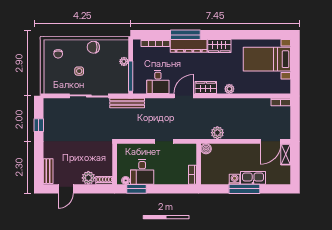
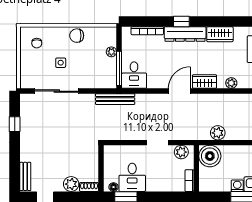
window: (185, 35) -> (181, 21), width x0.46
desk: (158, 82) -> (134, 75), moved
sliding door: (89, 96) -> (57, 91), moved
boiler: (206, 149) -> (210, 156), width x1.86, depth x1.86
plant: (185, 150) -> (181, 152), added

